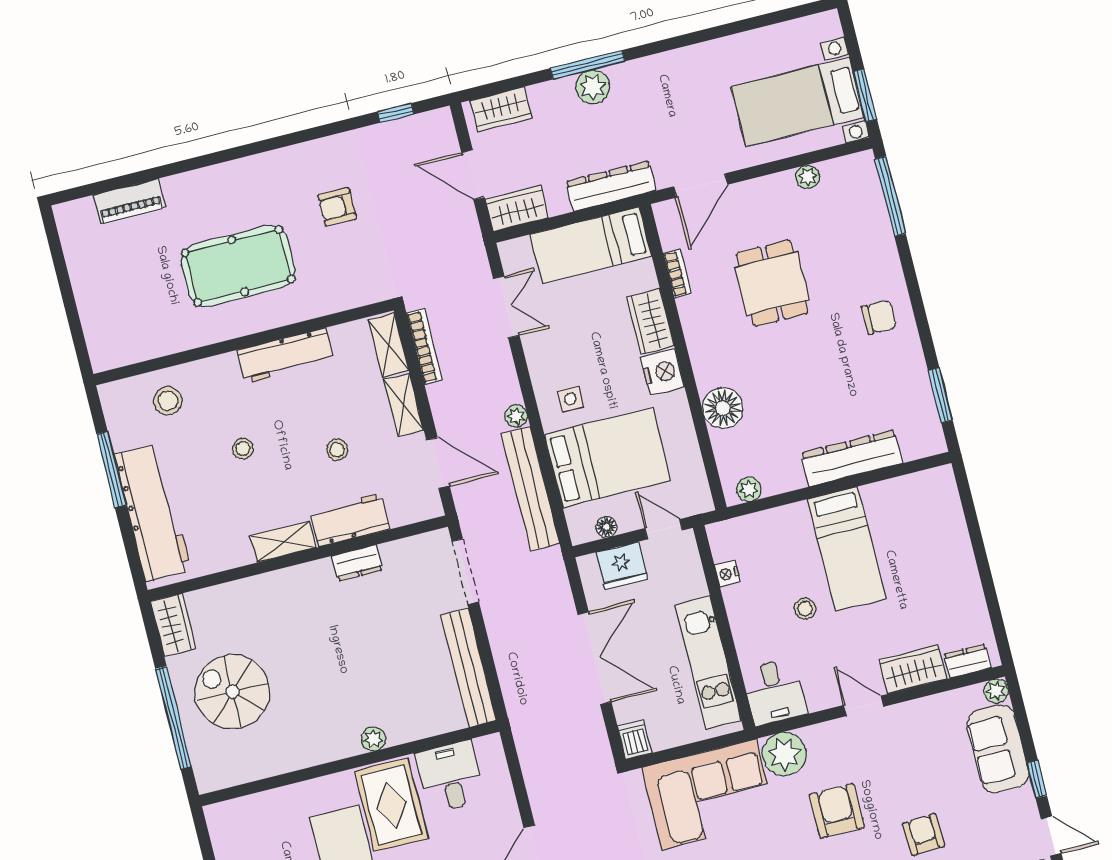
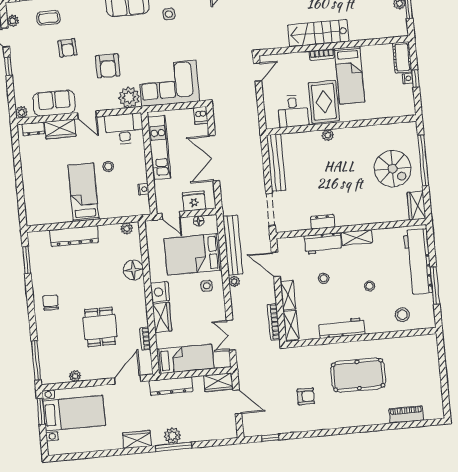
wardrobe: (501, 109) -> (137, 439), moved
chair: (879, 317) -> (51, 302), turned 90
desk: (775, 692) -> (124, 129), width x1.37
sofa: (998, 749) -> (54, 103), moved, turned -90

